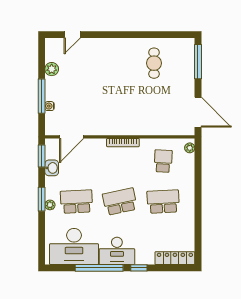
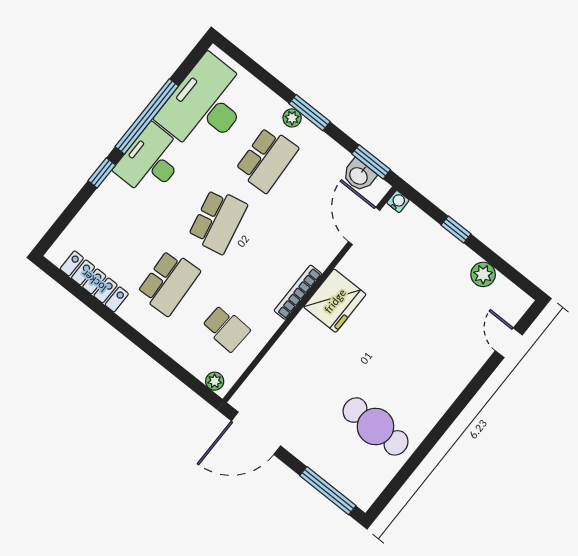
cafe table: (154, 63) -> (375, 426), width x1.37, depth x1.35
window: (42, 96) -> (456, 230), width x0.46
water cooler: (50, 106) -> (398, 201), moved
fridge: (114, 124) -> (335, 301), added
washbasin: (52, 168) -> (359, 175), moved
locker: (175, 258) -> (94, 281), moved, turned -90

